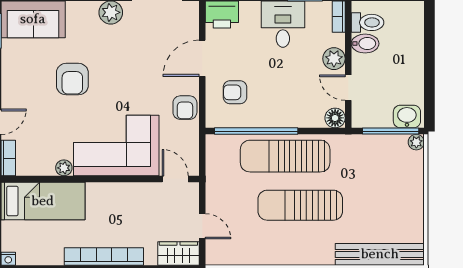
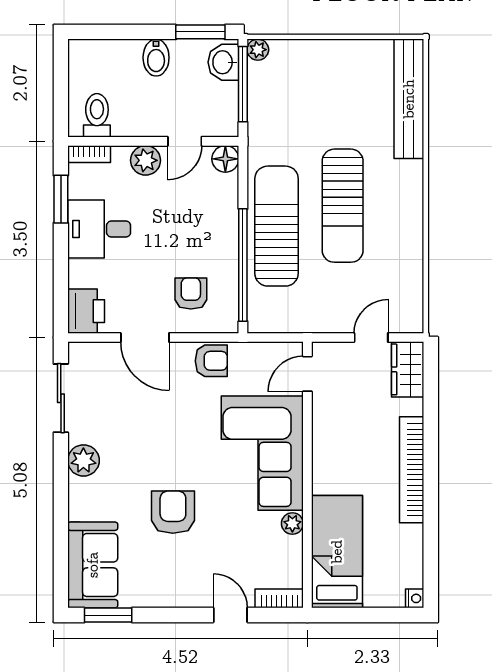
bidet: (365, 44) -> (156, 58), moved, turned 180
armchair: (72, 79) -> (173, 512), turned -90
armchair: (235, 92) -> (191, 293), turned 180
window: (429, 99) -> (200, 32), added
sun lounger: (285, 156) -> (277, 226), turned 180

